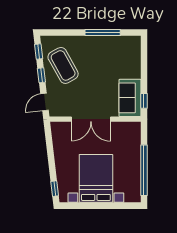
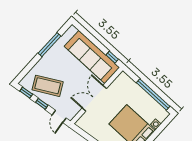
sofa: (130, 98) -> (92, 57), width x1.85, depth x1.27
double door: (91, 119) -> (94, 98), swing flipped

